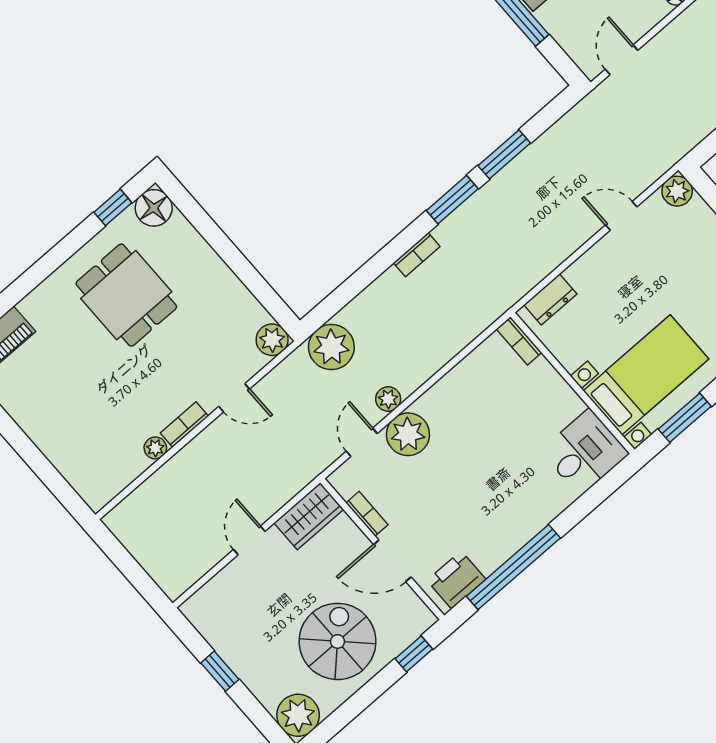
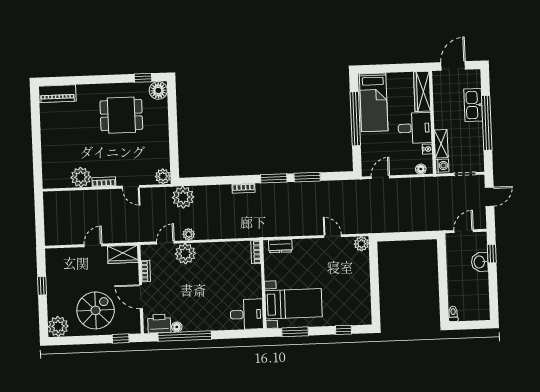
dining table: (126, 295) -> (121, 115), turned 90
plant: (155, 448) -> (81, 177), width x1.87, depth x1.87
floor lamp: (489, 563) -> (177, 327), added

